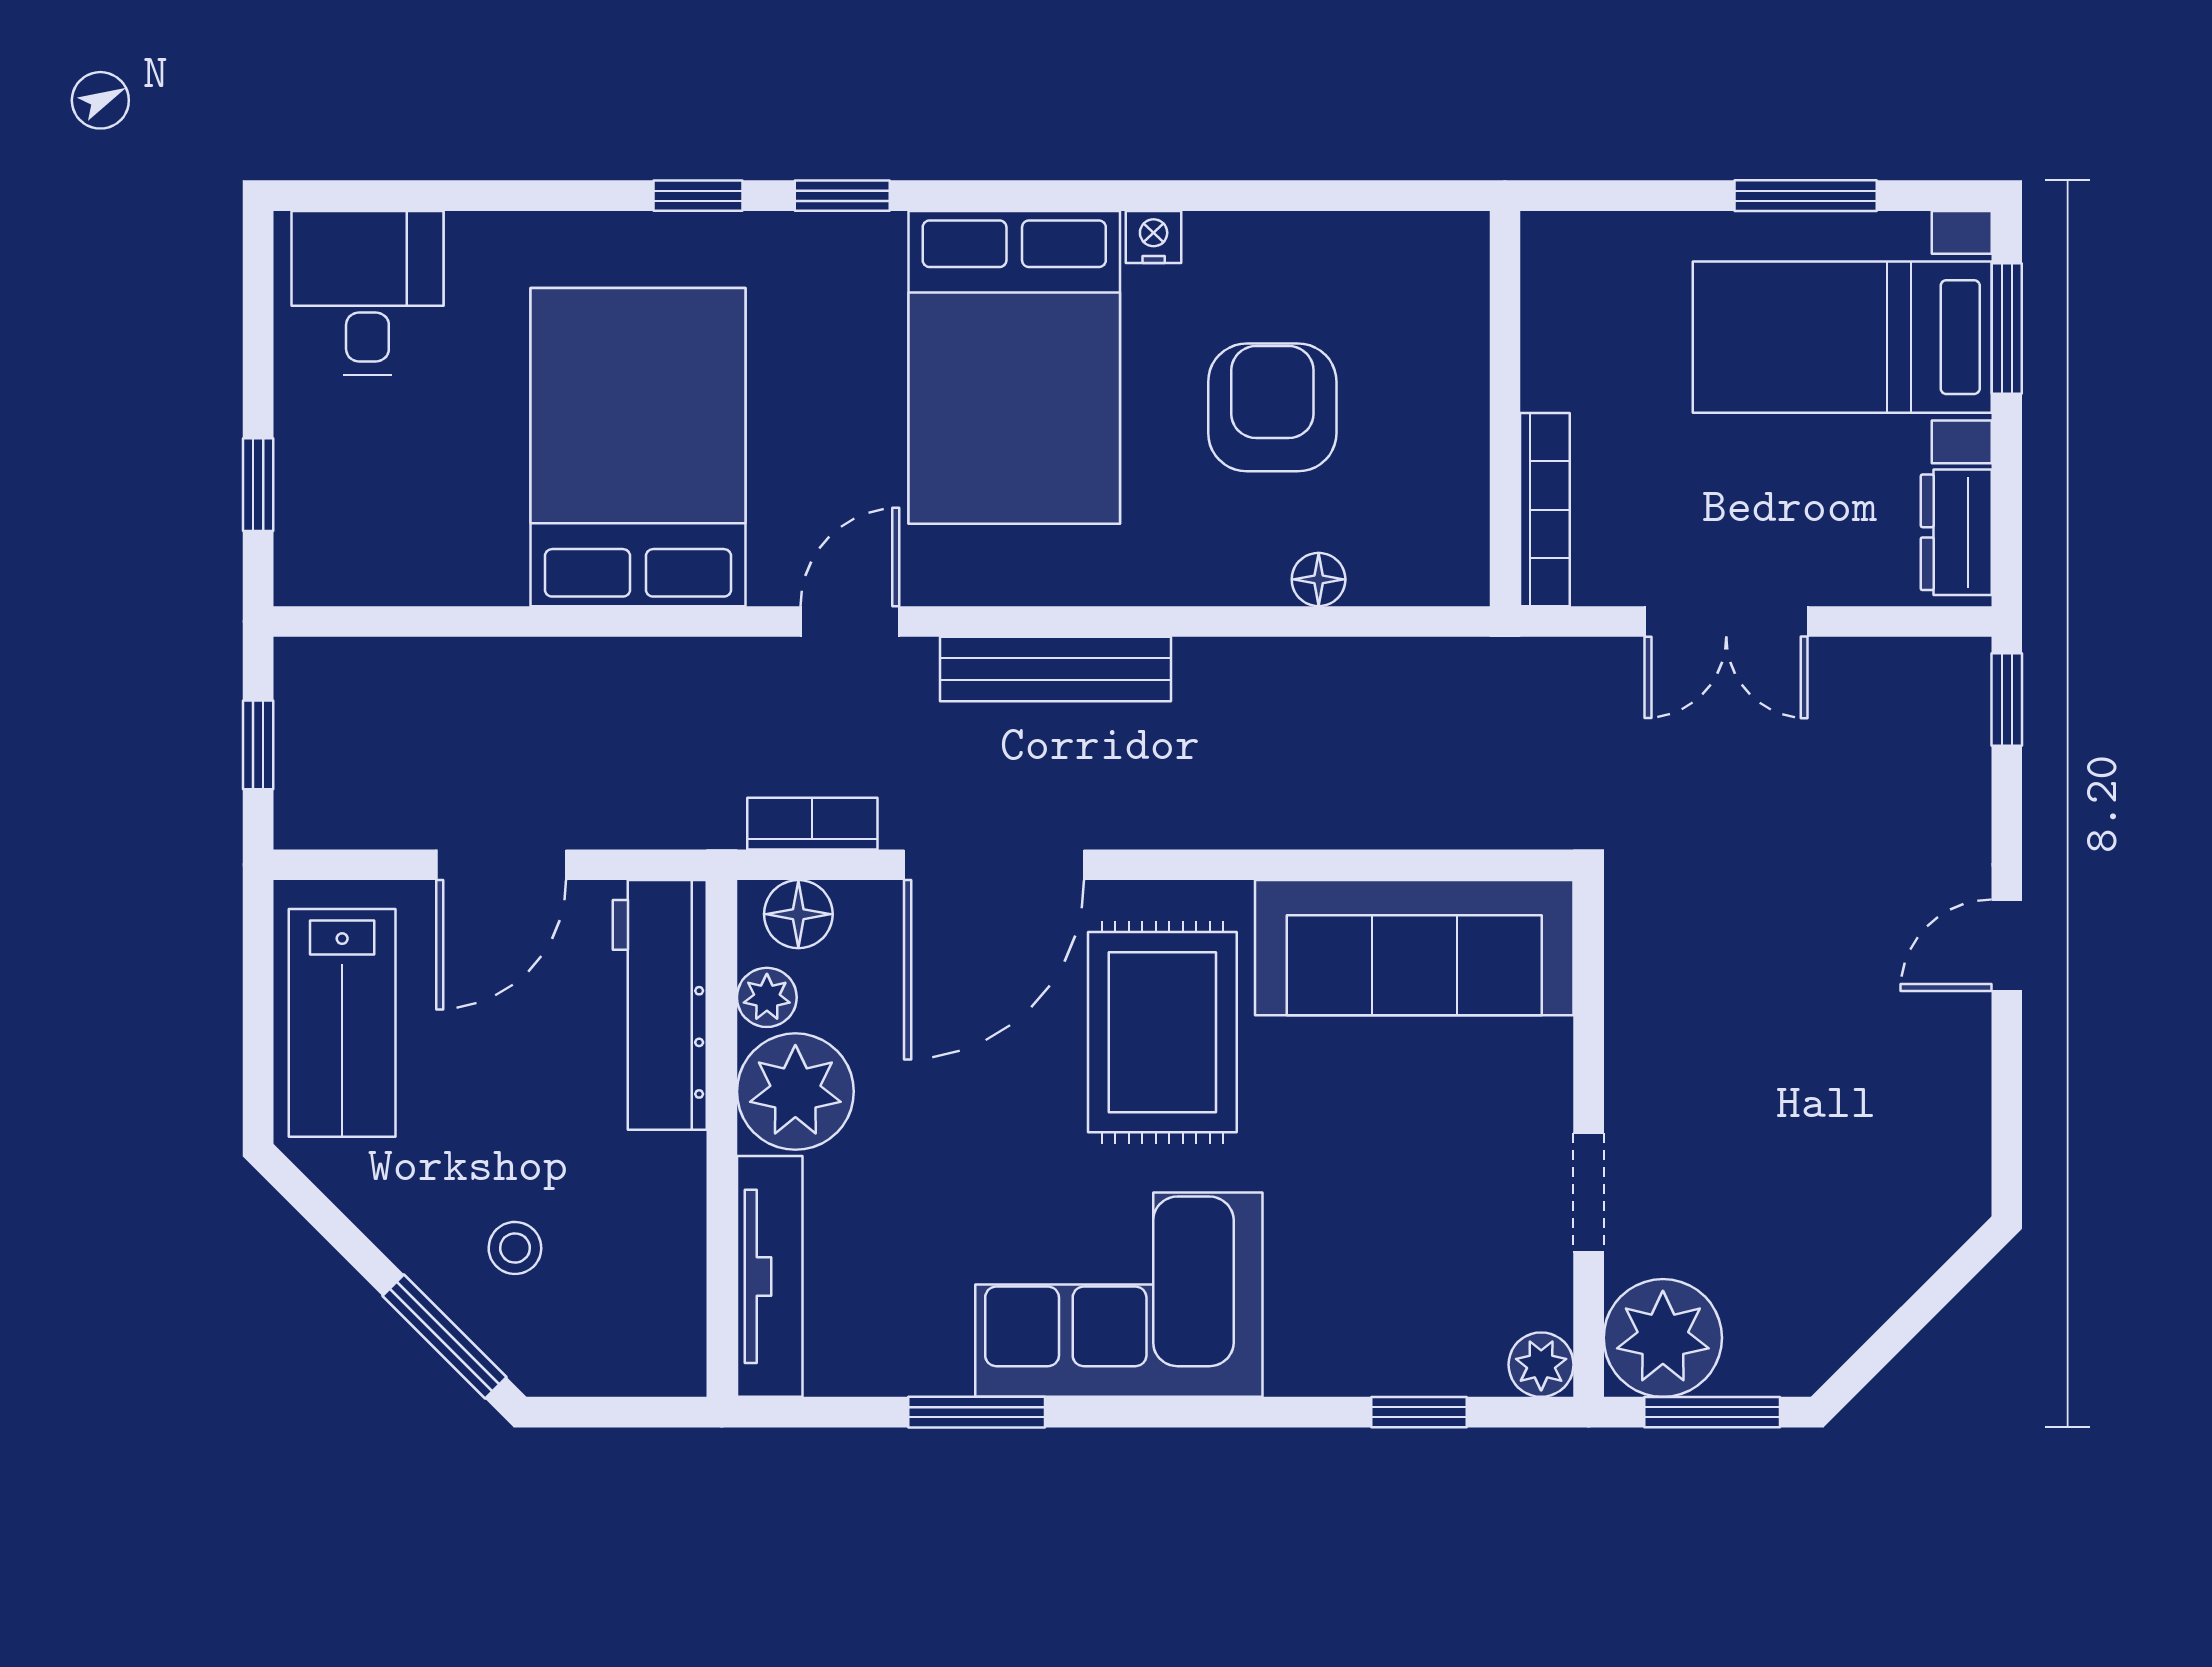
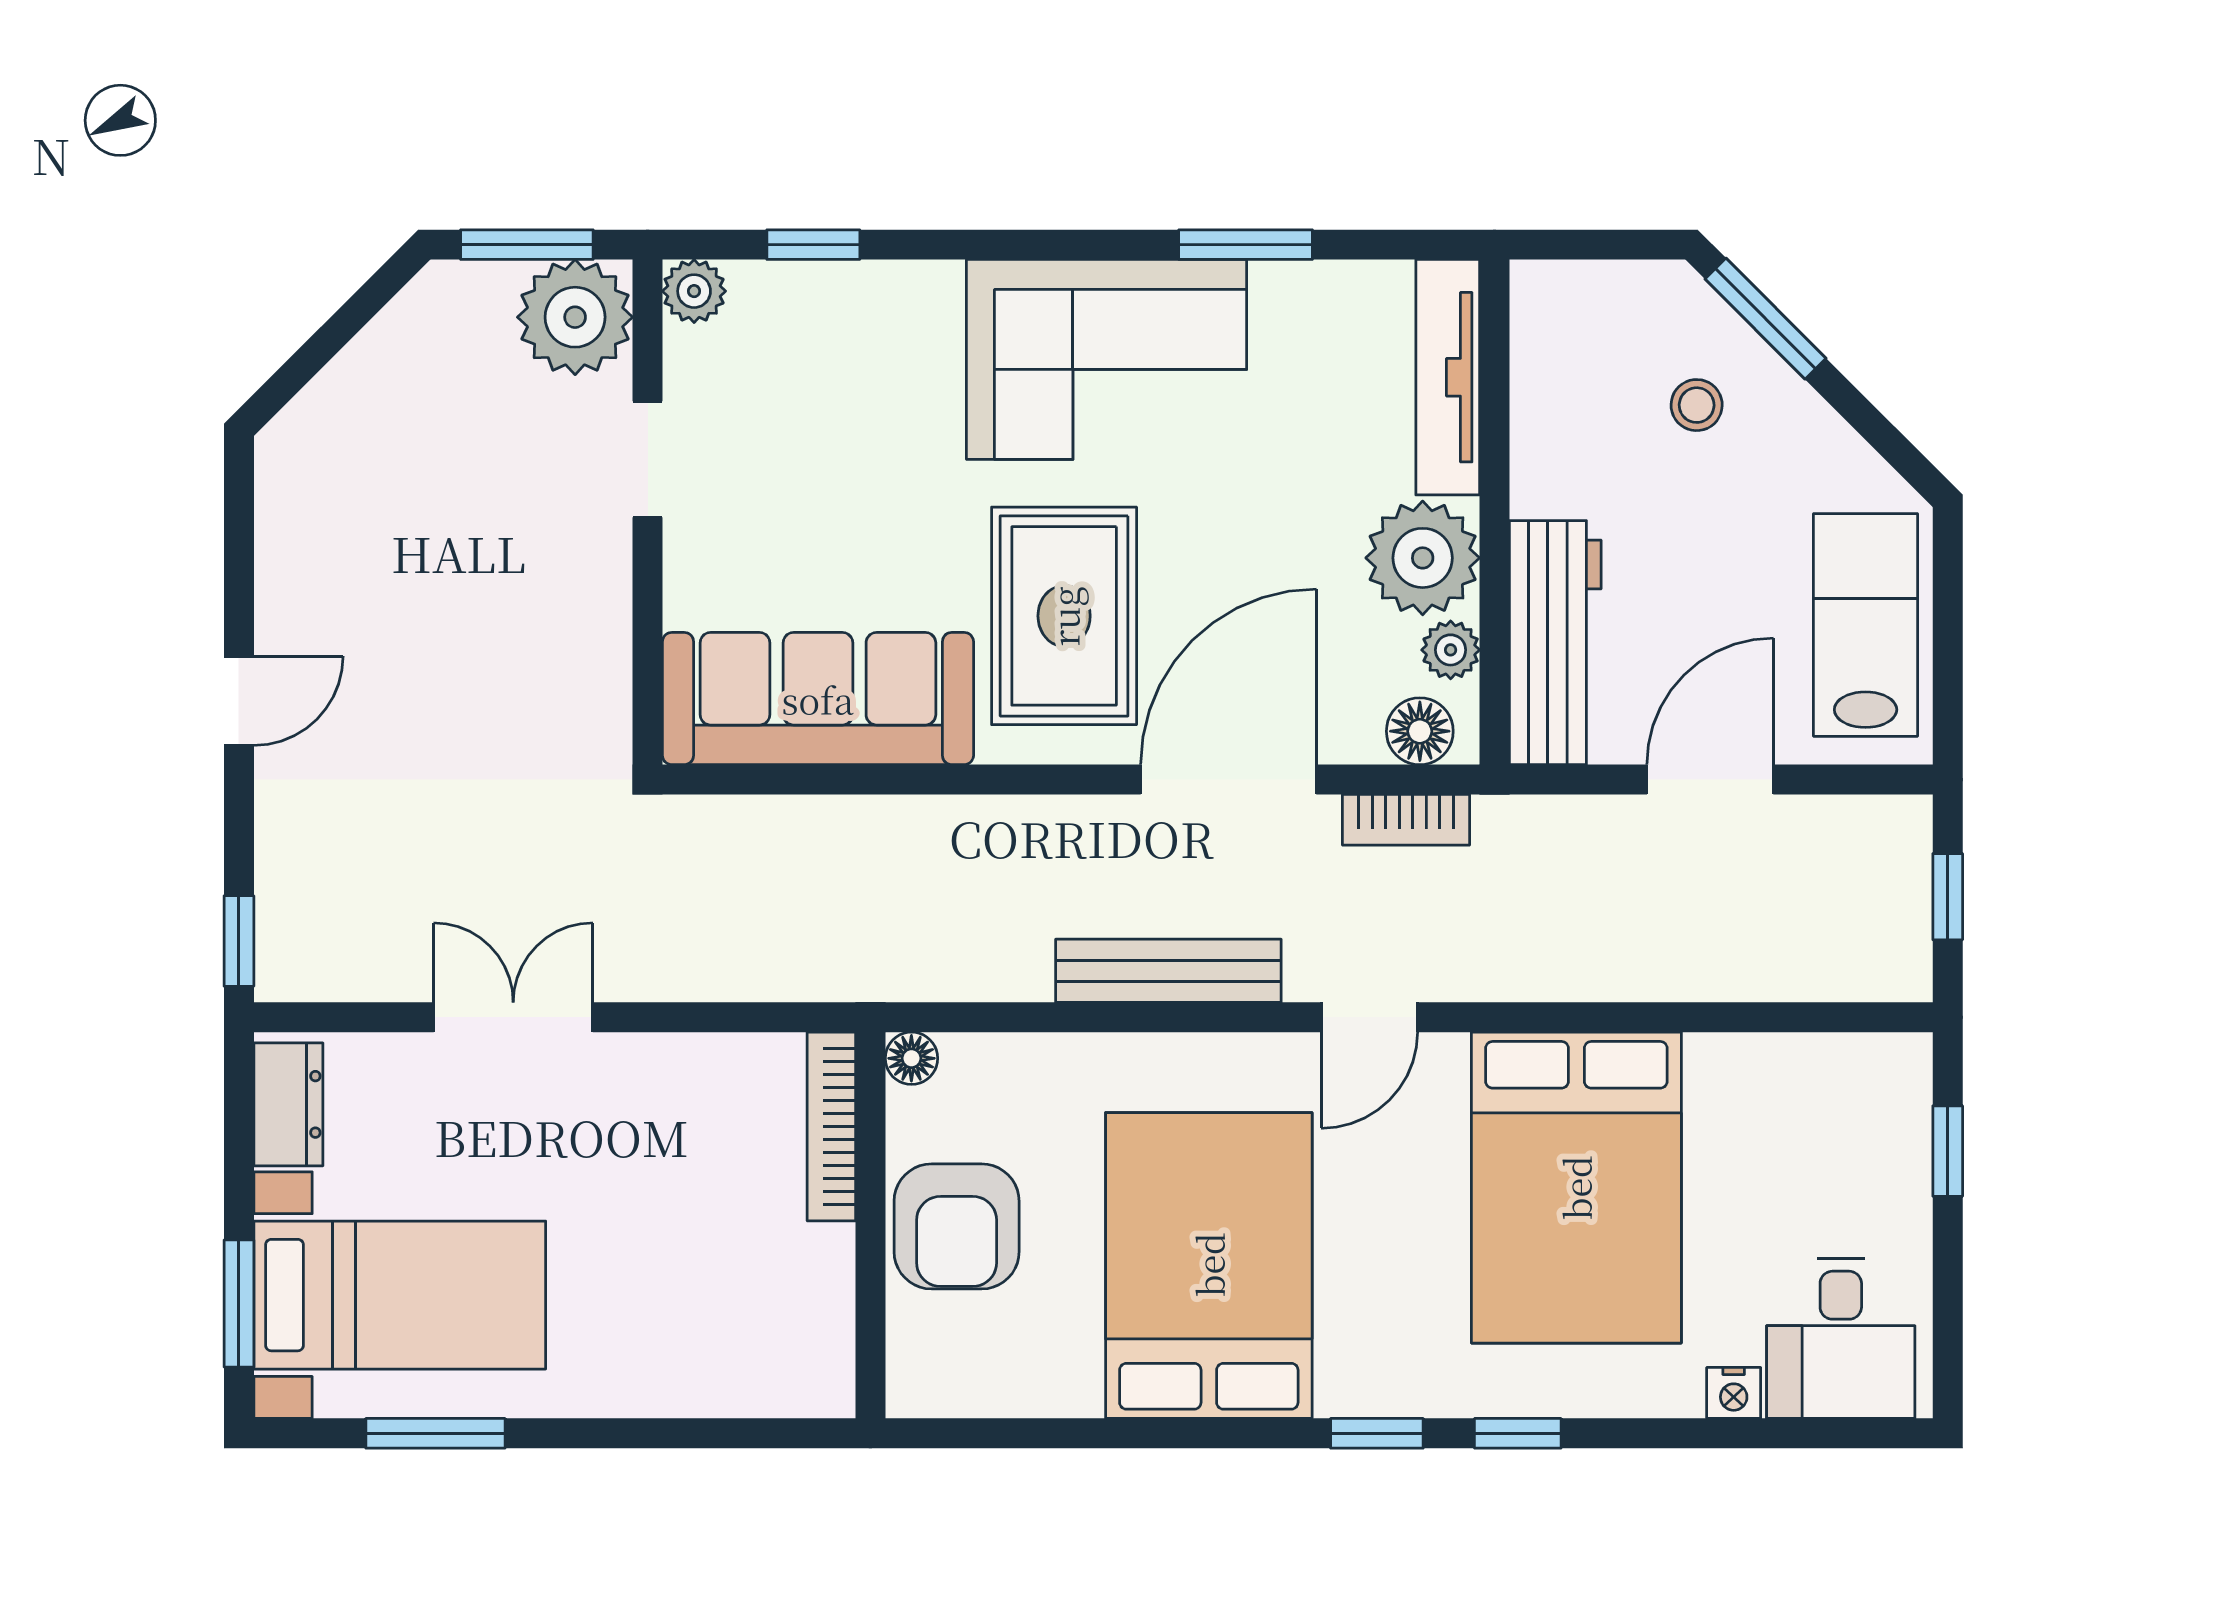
nightstand: (1154, 237) -> (1734, 1393), moved
wall: (1505, 409) -> (870, 1225), moved
bookcase: (1545, 510) -> (831, 1127), moved

